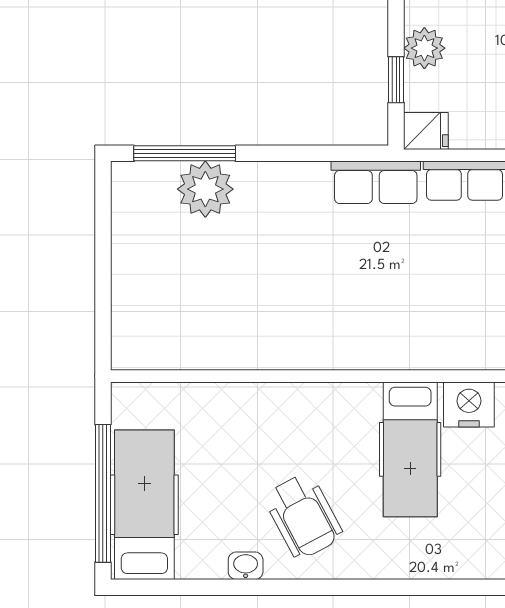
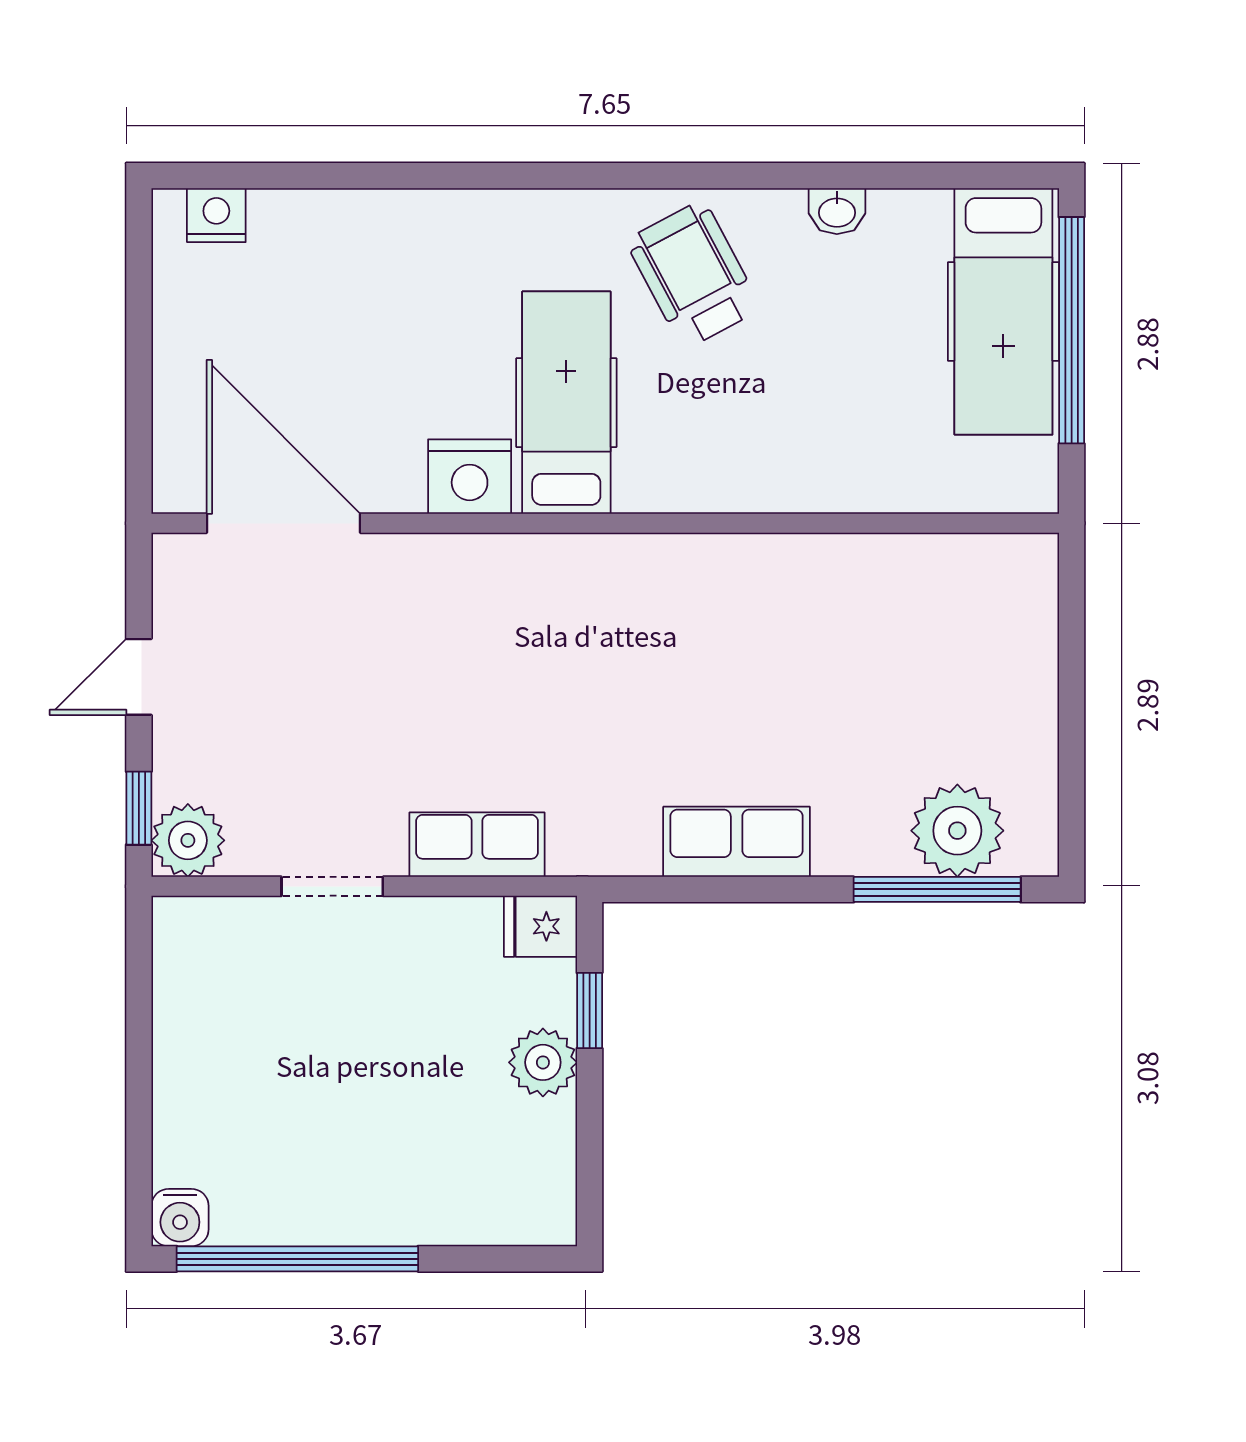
row of seats: (376, 182) -> (737, 842), moved
plant: (205, 189) -> (957, 831), moved
wheelchair: (303, 516) -> (693, 275), moved

